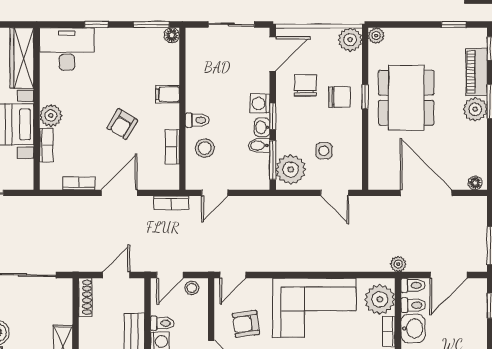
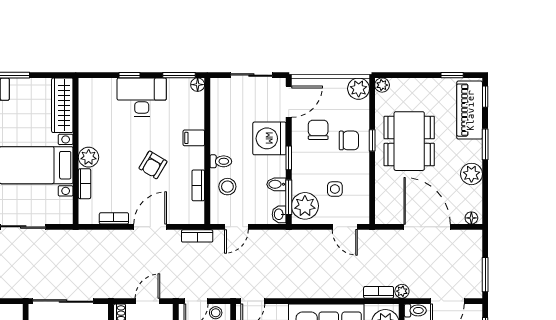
desk: (67, 49) -> (142, 97), moved
piano: (477, 72) -> (470, 110), width x1.37, depth x1.33
washing machine: (260, 103) -> (269, 138), width x1.89, depth x1.89
plant: (475, 109) -> (471, 174), moved
washbasin: (262, 127) -> (279, 214), moved
bookcase: (372, 265) -> (379, 292), added

